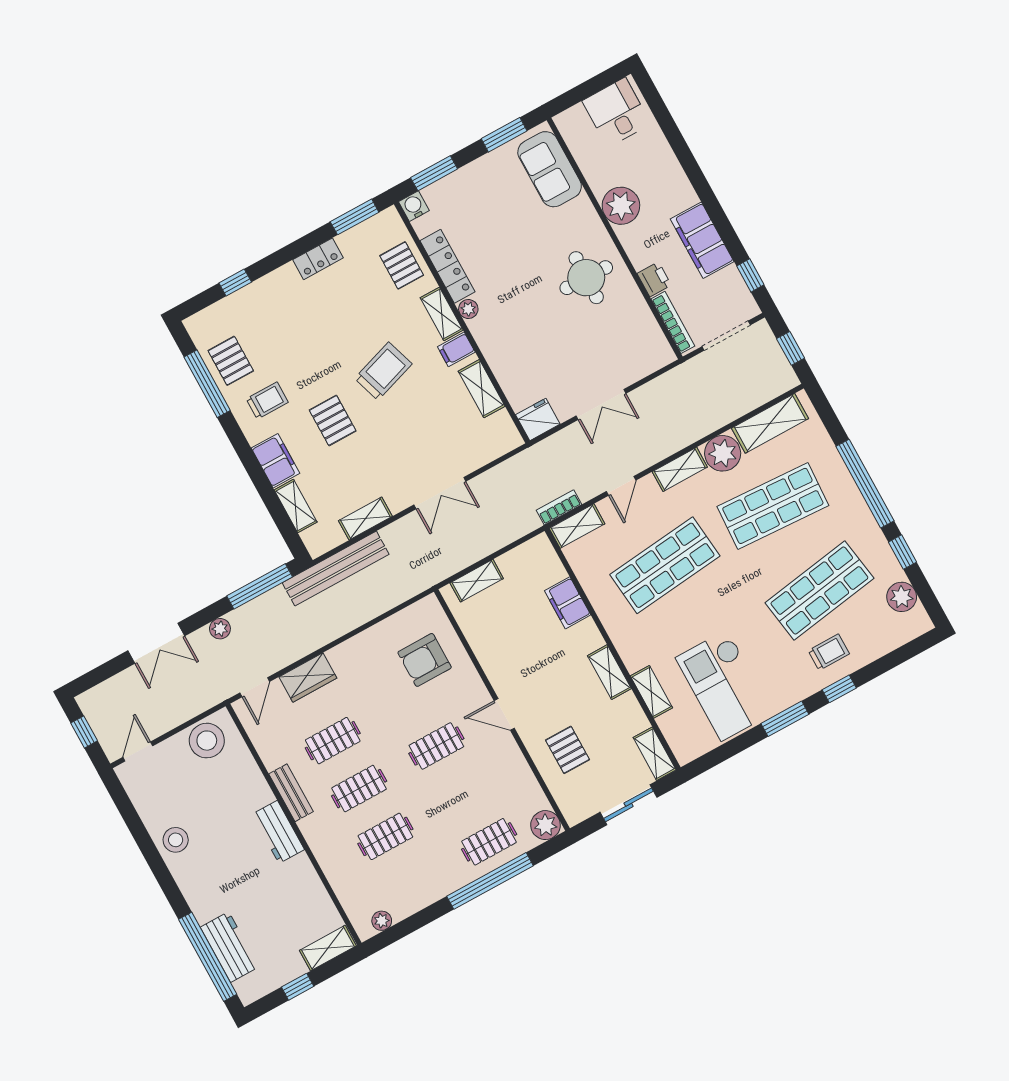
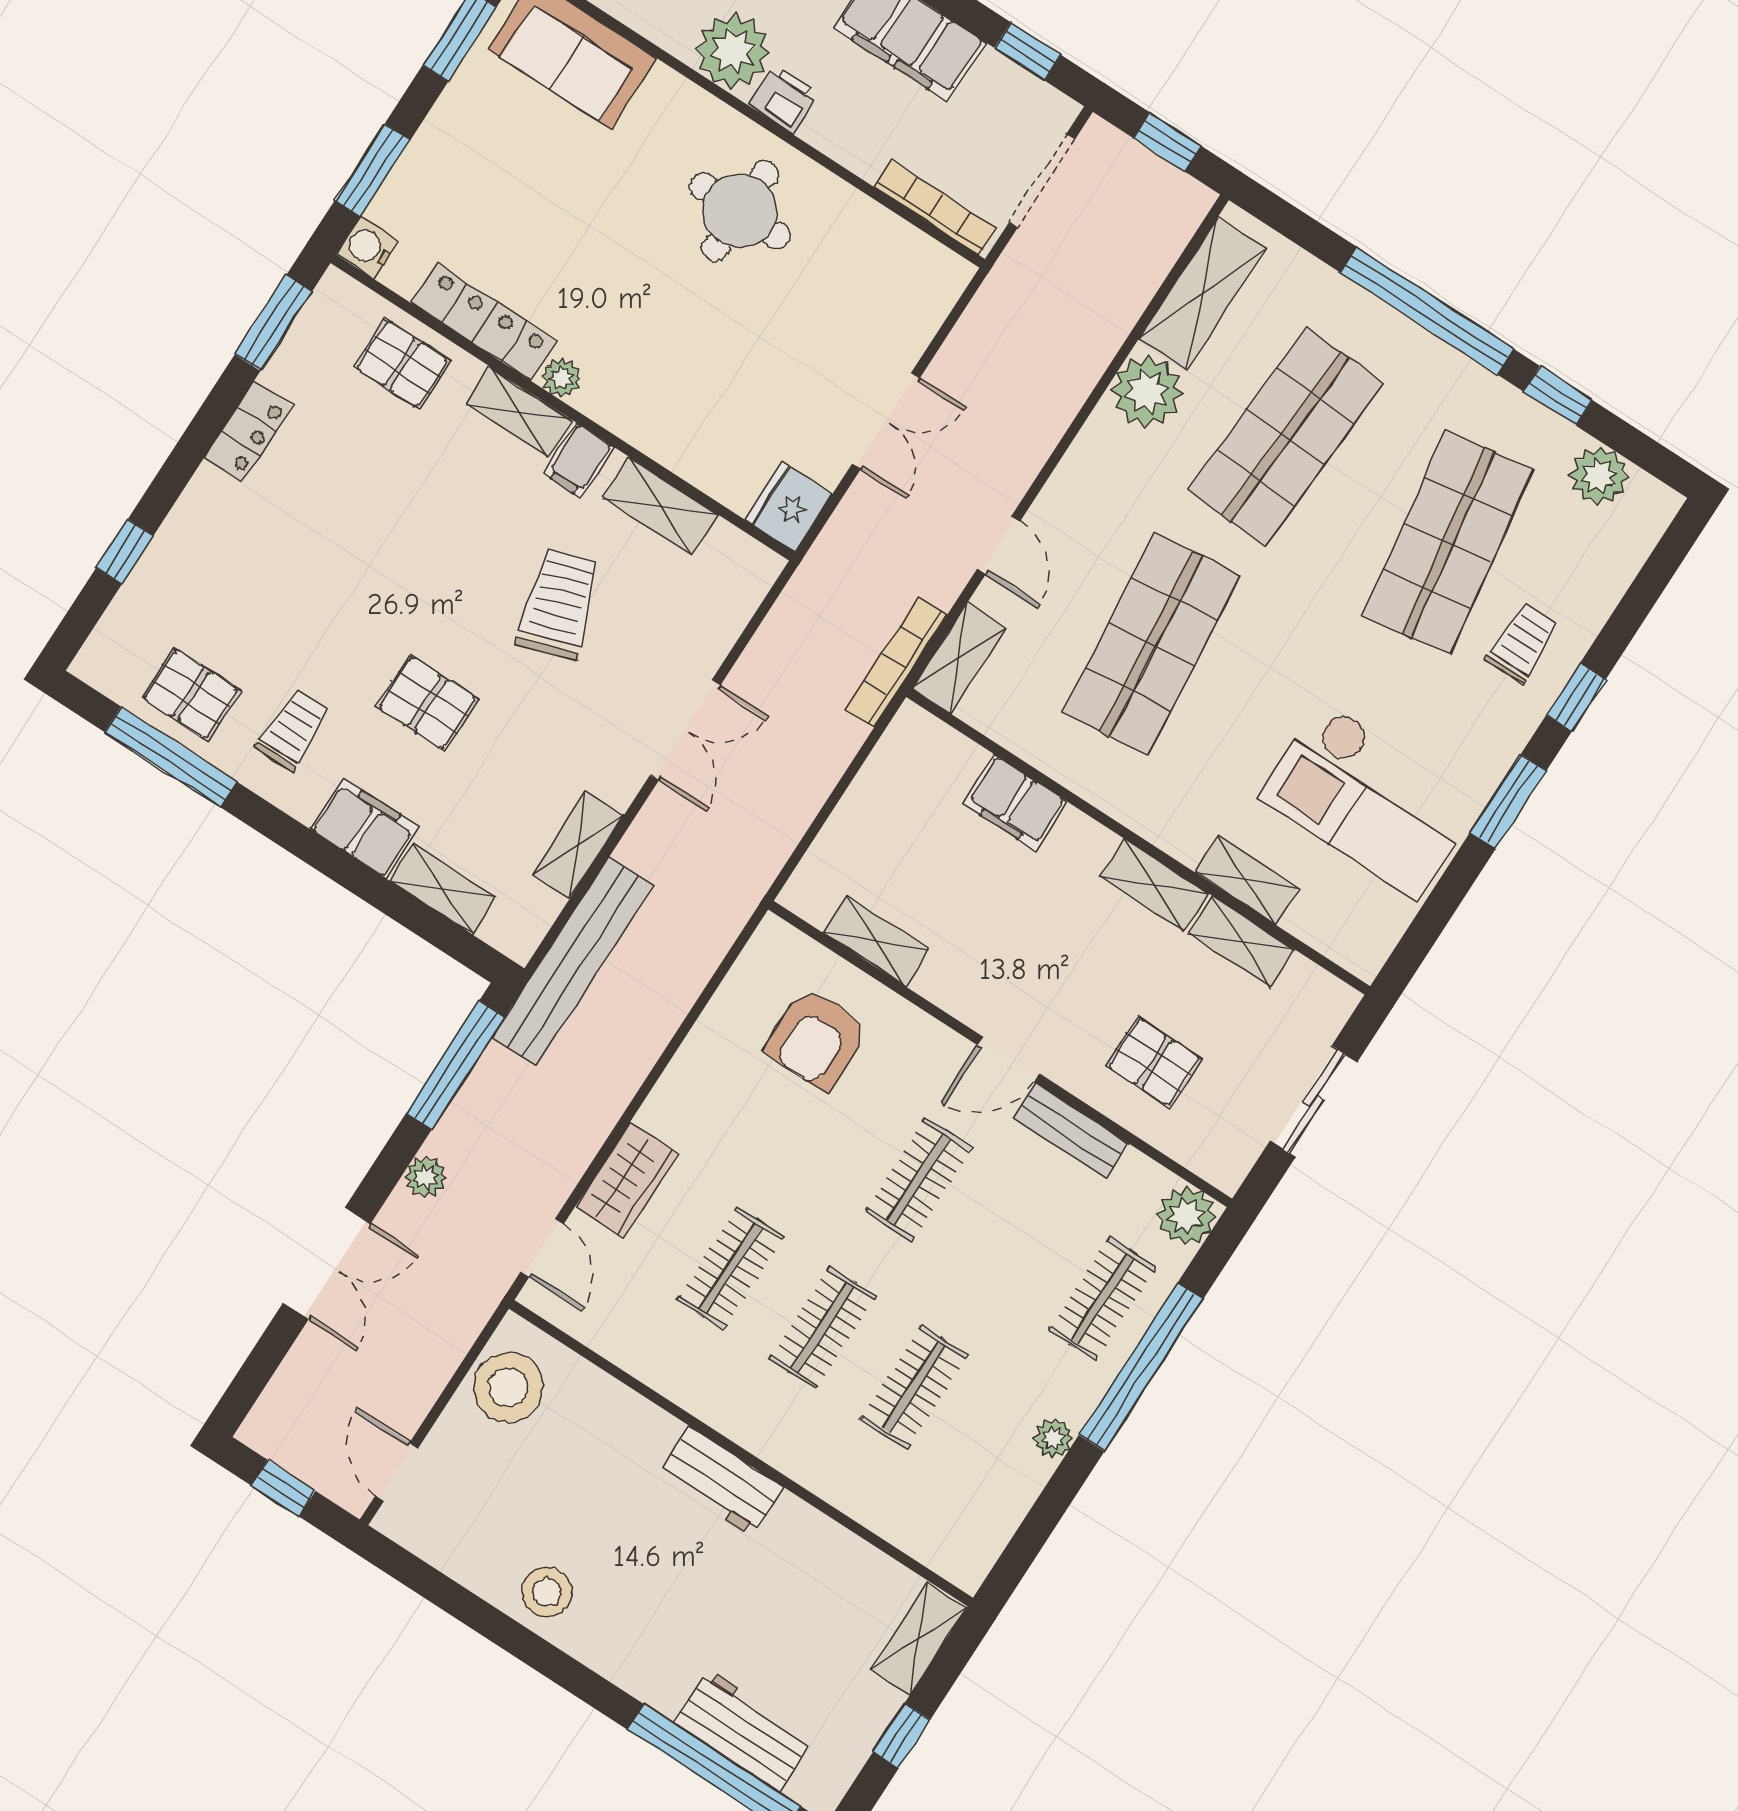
printer: (654, 279) -> (784, 99), moved
trolley: (383, 371) -> (559, 604), moved
shelving: (680, 469) -> (1087, 461), removed
bookcase: (559, 507) -> (896, 662), width x1.56
shelving: (477, 581) -> (876, 941), moved, turned 90
shelving: (655, 754) -> (1242, 941), moved
bench: (291, 793) -> (1071, 1131), moved
plant: (382, 921) -> (1053, 1438), moved

